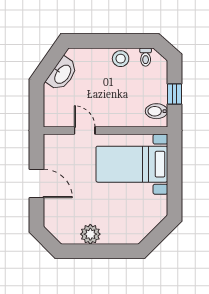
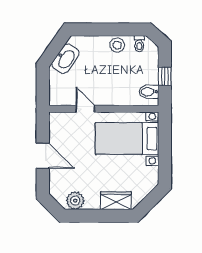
plant: (90, 234) -> (75, 201), moved
wardrobe: (119, 234) -> (116, 201), added

